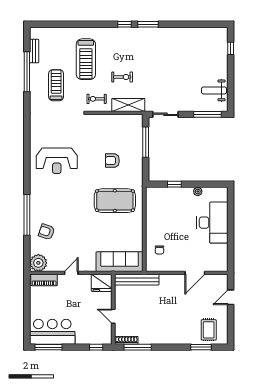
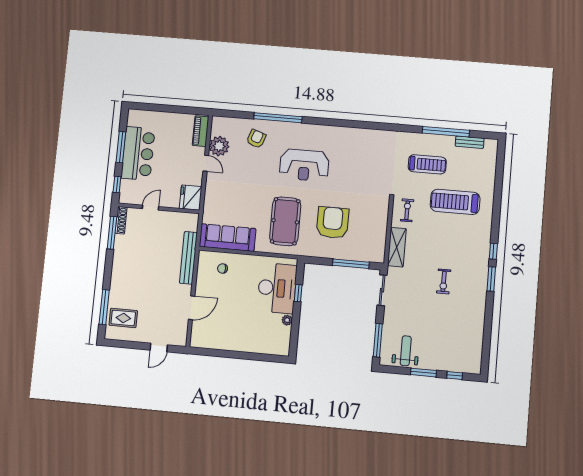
window: (231, 74) -> (423, 373), added
exercise bike: (122, 77) -> (444, 281), moved
reception desk: (57, 161) -> (304, 165), moved, turned -90
armchair: (112, 161) -> (333, 223), width x1.88, depth x1.88
desk: (212, 223) -> (277, 288), moved, turned -90
sofa: (120, 262) -> (228, 238), moved, turned -90
plant: (38, 263) -> (219, 146), moved
door: (195, 273) -> (192, 308), swing flipped
bench: (137, 280) -> (188, 258), moved
door: (231, 297) -> (159, 347), swing flipped
bar counter: (52, 332) -> (138, 153), moved
window: (49, 347) -> (121, 147), moved
window: (201, 347) -> (104, 307), width x1.44

